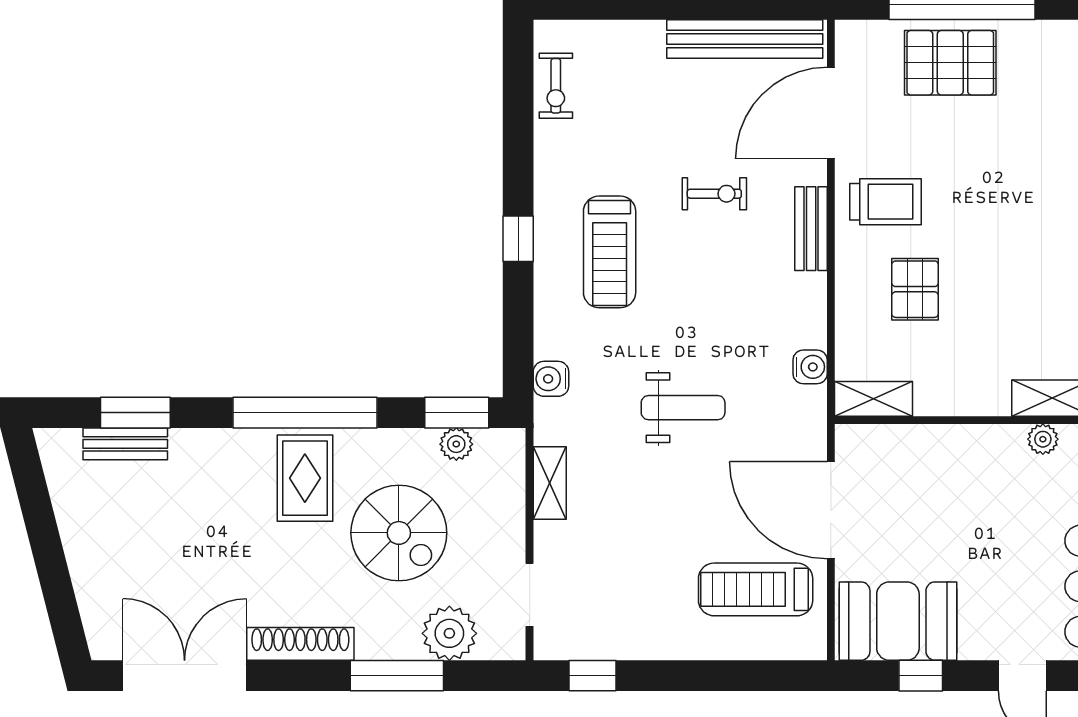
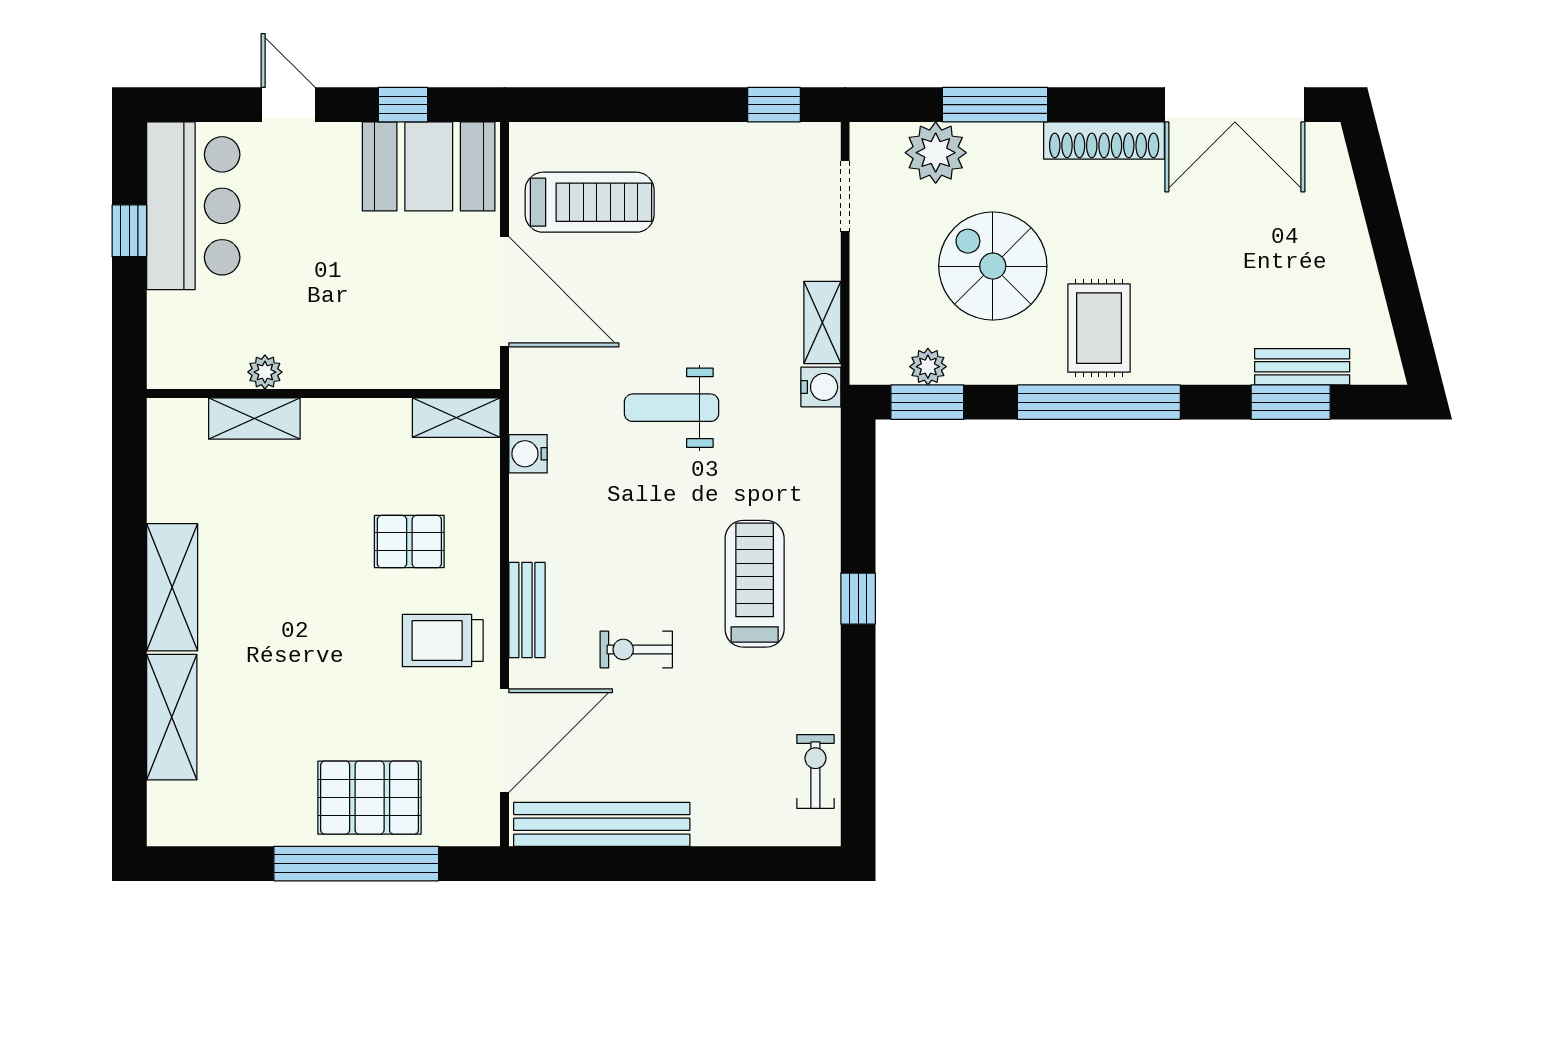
pallet: (915, 289) -> (409, 542), turned 90
water cooler: (551, 379) -> (821, 387), moved

